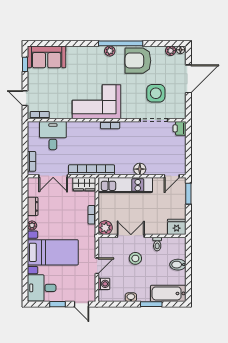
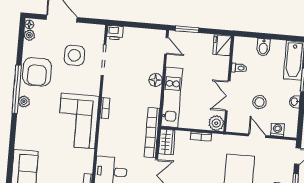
stool: (135, 258) -> (259, 102), moved

